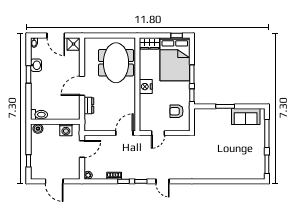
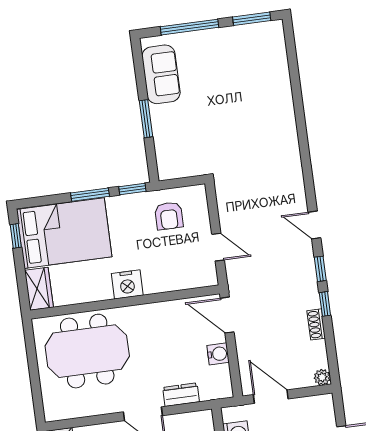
water cooler: (106, 126) -> (218, 354), added
door: (163, 181) -> (314, 225), swing flipped

